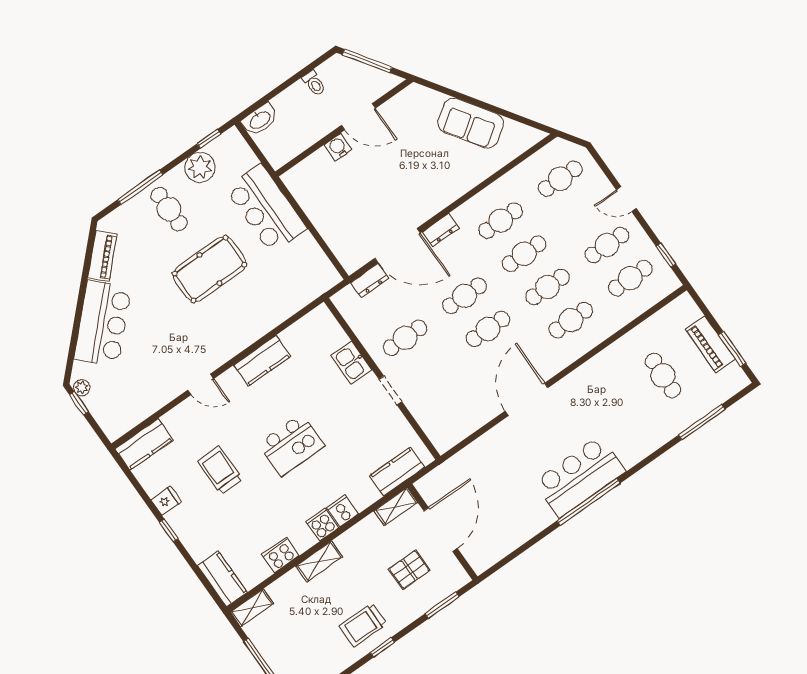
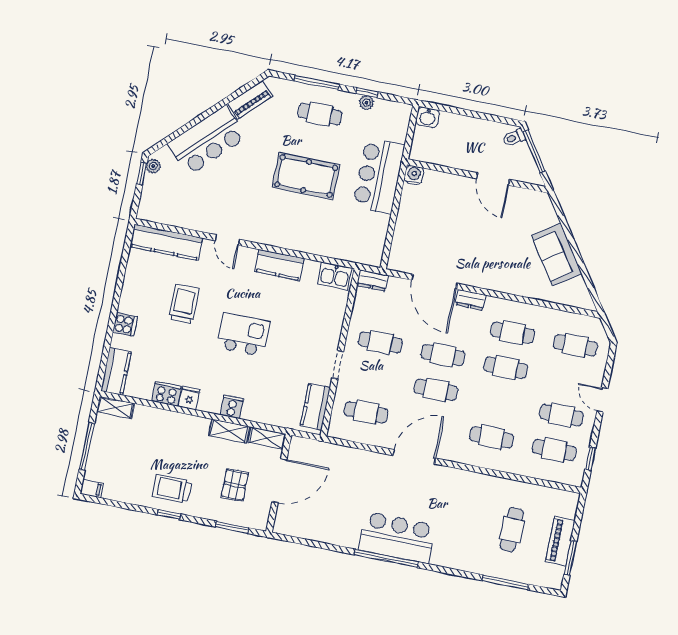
toilet: (314, 83) -> (514, 138), moved, turned 56
washbasin: (260, 120) -> (428, 117), width x0.72
window: (209, 139) -> (367, 93), moved
water cooler: (338, 147) -> (414, 175), moved
plant: (200, 167) -> (366, 103), width x0.53, depth x0.53
cafe table: (169, 209) -> (320, 114), turned 90
dresser: (370, 281) -> (373, 281), moved
cafe table: (547, 287) -> (366, 412), moved
kitchen sink: (351, 363) -> (335, 276), moved, turned -90
kitchen counter: (144, 444) -> (166, 242), width x1.50
kitchen island: (291, 445) -> (243, 334), turned 180
kitchen counter: (397, 471) -> (315, 407), moved, turned -90
fridge: (166, 501) -> (189, 398), moved, turned -90
cooker: (322, 525) -> (125, 324), moved, turned 90
window: (169, 531) -> (115, 308), removed
shelving: (319, 561) -> (229, 431), moved
pallet: (409, 570) -> (235, 485), turned 90

